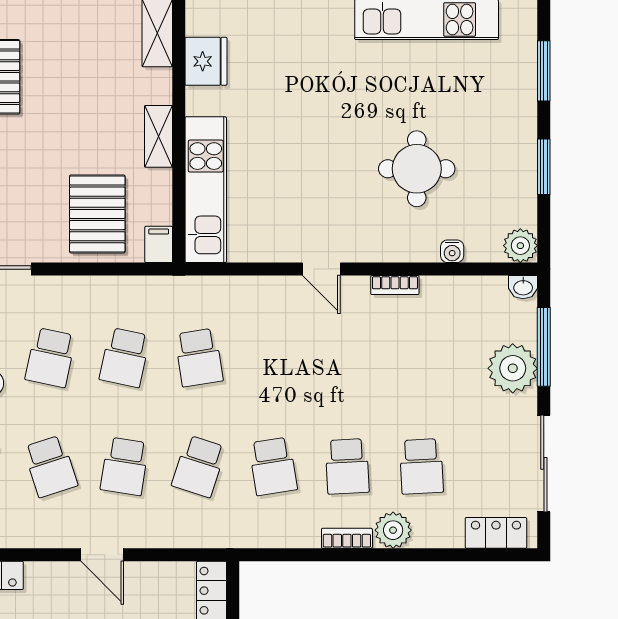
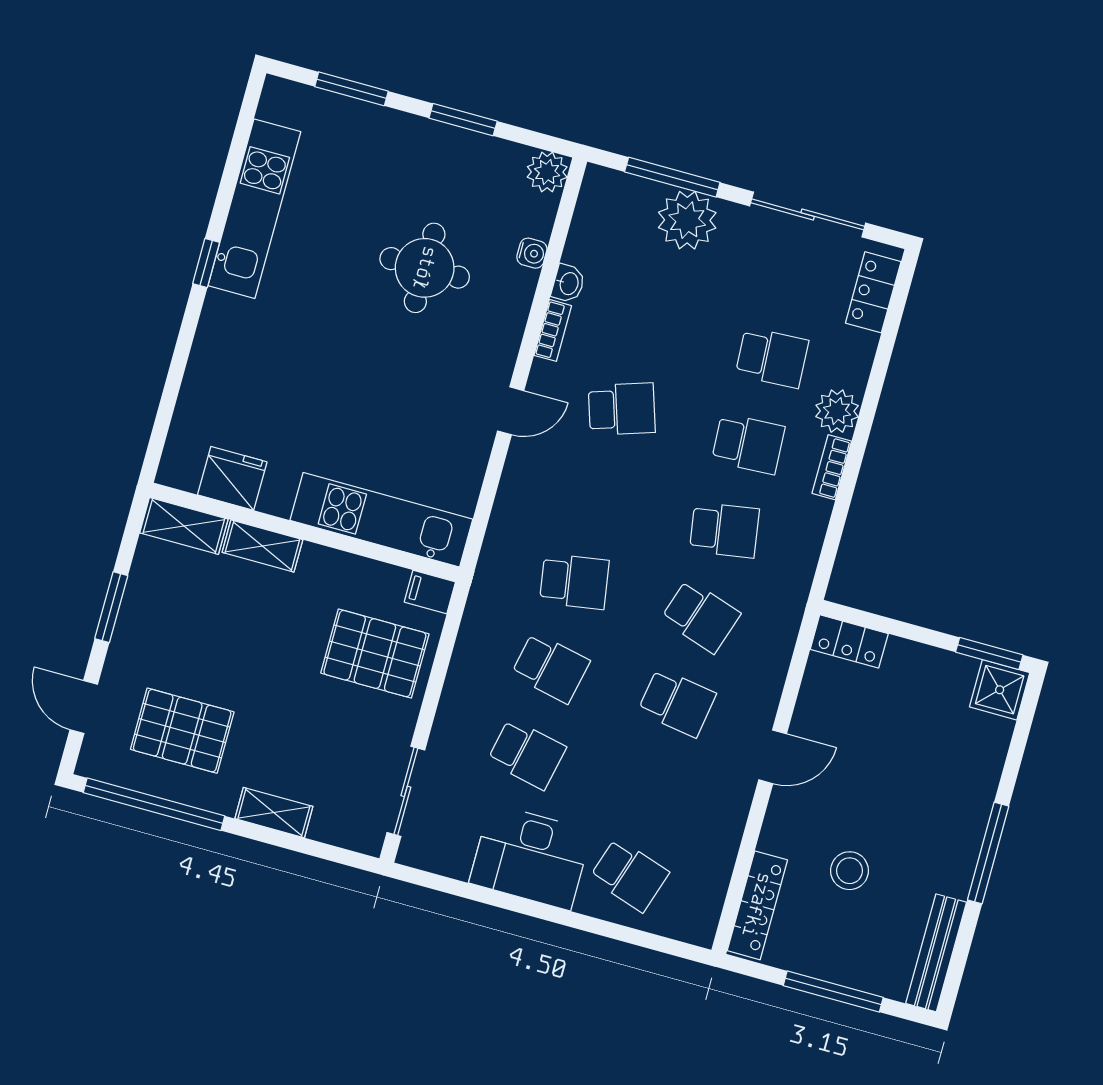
shelving: (159, 136) -> (262, 546), moved
washbasin: (523, 287) -> (568, 283), moved
school desk: (50, 466) -> (622, 409), moved

